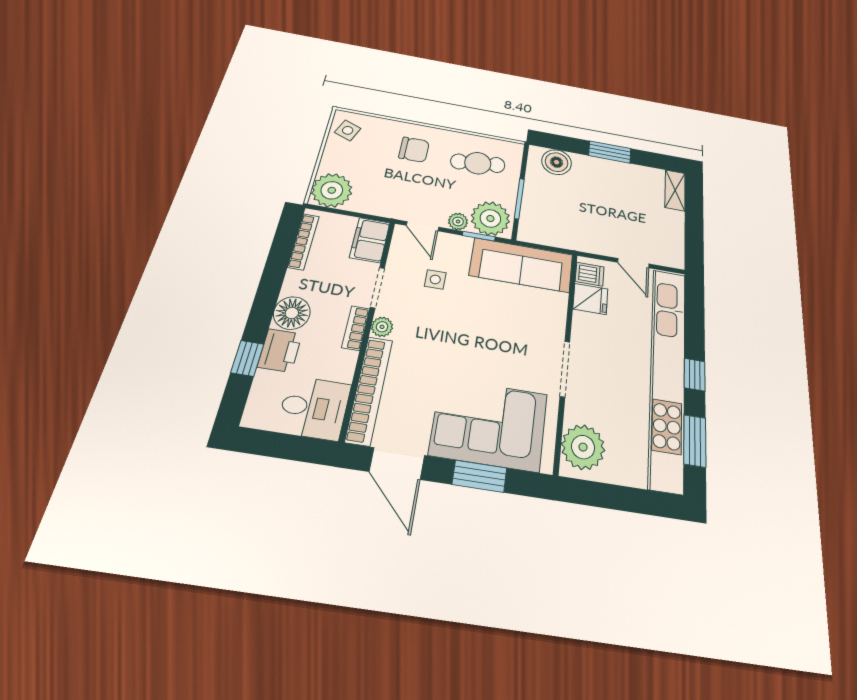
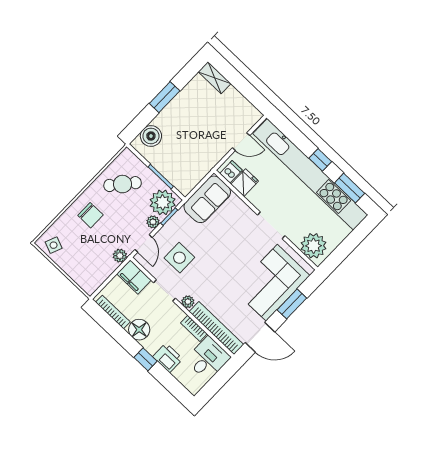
chair: (414, 150) -> (90, 215), turned 90
cafe table: (478, 163) -> (123, 184), turned 46
plant: (332, 190) -> (120, 256), moved, width x0.53, depth x0.53
door: (423, 226) -> (144, 243), hinge flipped
sofa: (521, 265) -> (207, 199), width x0.73
side table: (435, 279) -> (179, 258), width x1.87, depth x1.87
floor lamp: (292, 313) -> (139, 330), moved
bookcase: (356, 328) -> (194, 328), moved
window: (247, 358) -> (145, 359), moved

